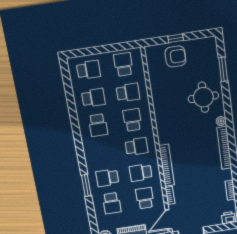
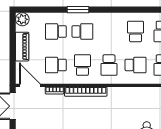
school desk: (98, 125) -> (136, 31), turned 90
school desk: (107, 178) -> (82, 31), turned 90
school desk: (145, 198) -> (56, 65), turned 180

